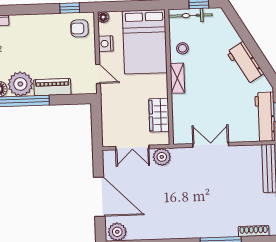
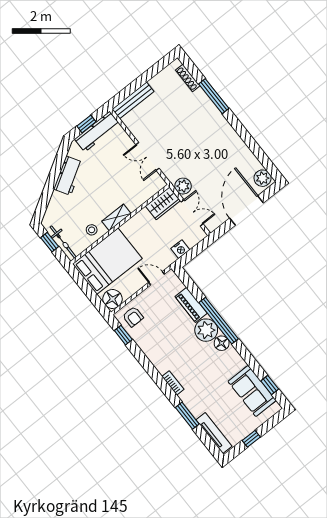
floor lamp: (103, 17) -> (112, 299), width x1.89, depth x1.89
nightstand: (106, 44) -> (180, 249), moved
door: (98, 74) -> (156, 278), hinge flipped
wardrobe: (159, 115) -> (163, 203), moved

